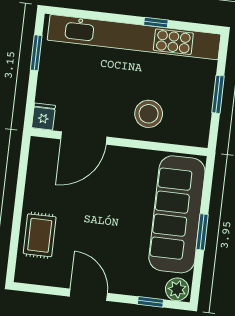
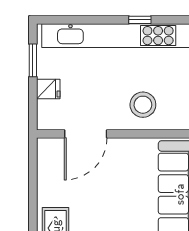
fridge: (43, 117) -> (48, 89), moved, turned 90

